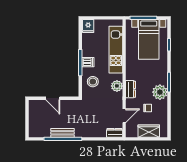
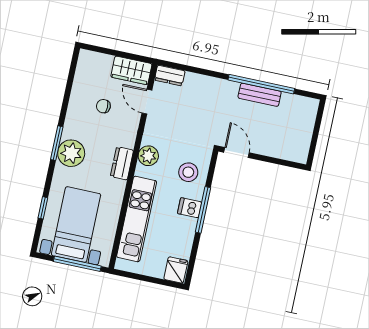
dresser: (131, 89) -> (122, 163), moved
plant: (160, 92) -> (71, 153), moved
door: (53, 98) -> (237, 153), moved
door: (124, 116) -> (147, 102), hinge flipped
wardrobe: (149, 131) -> (131, 70), moved

